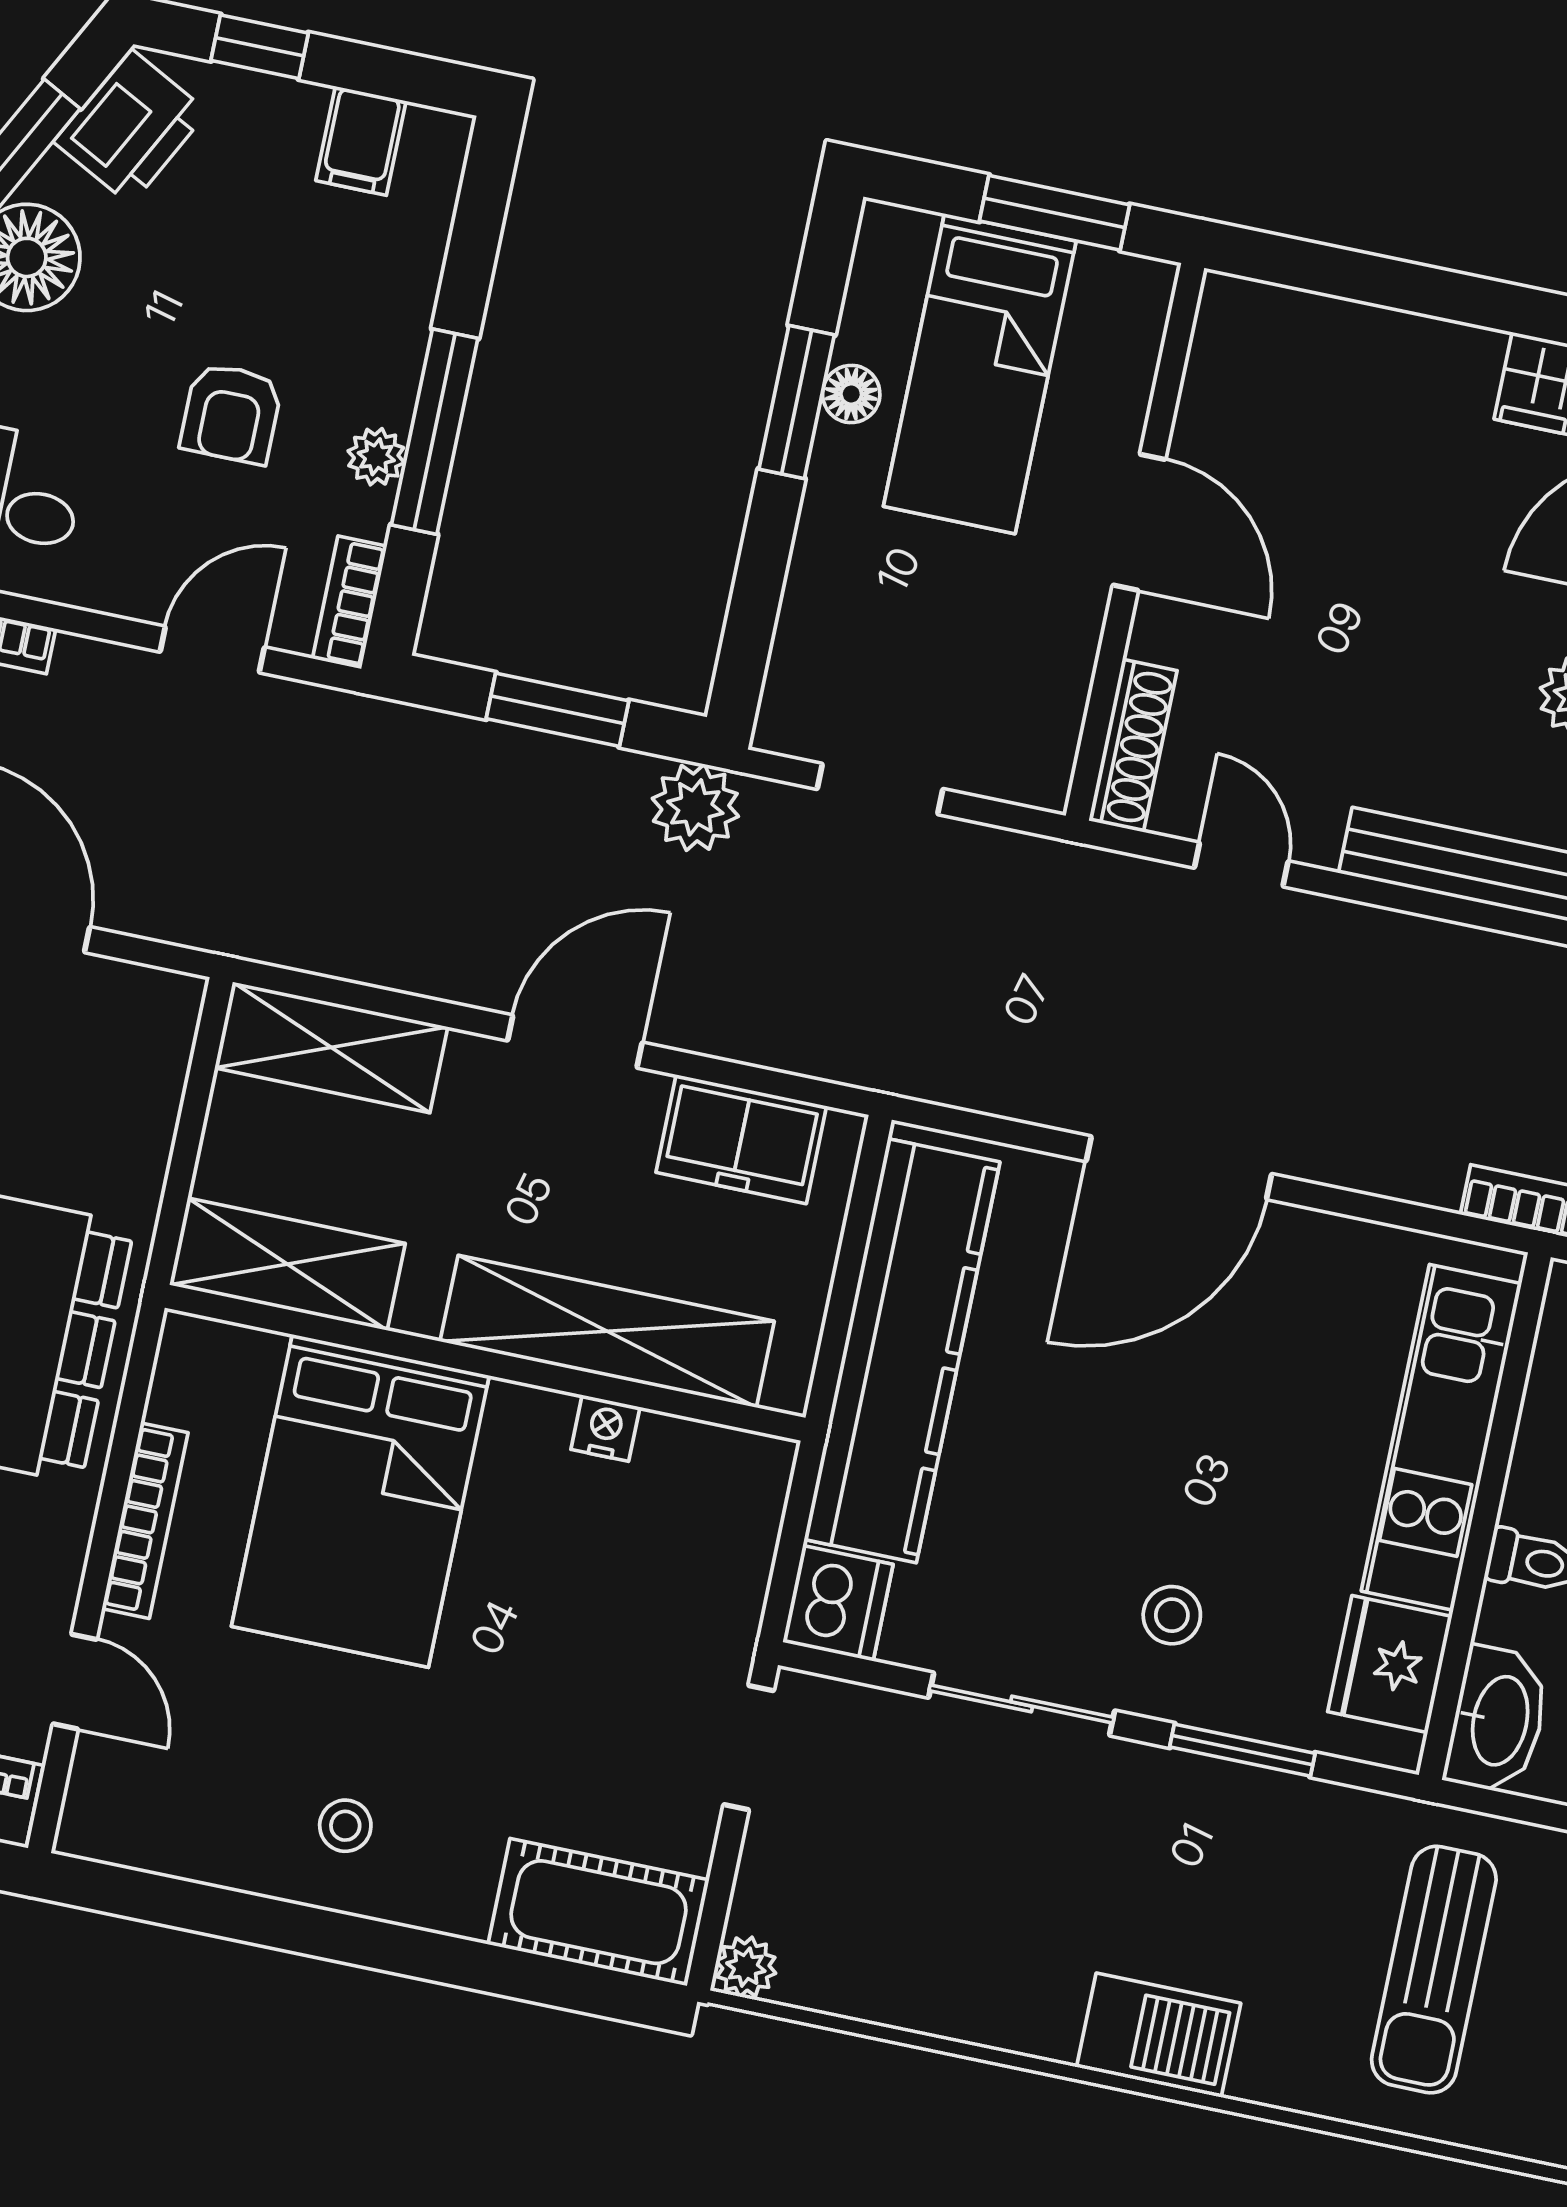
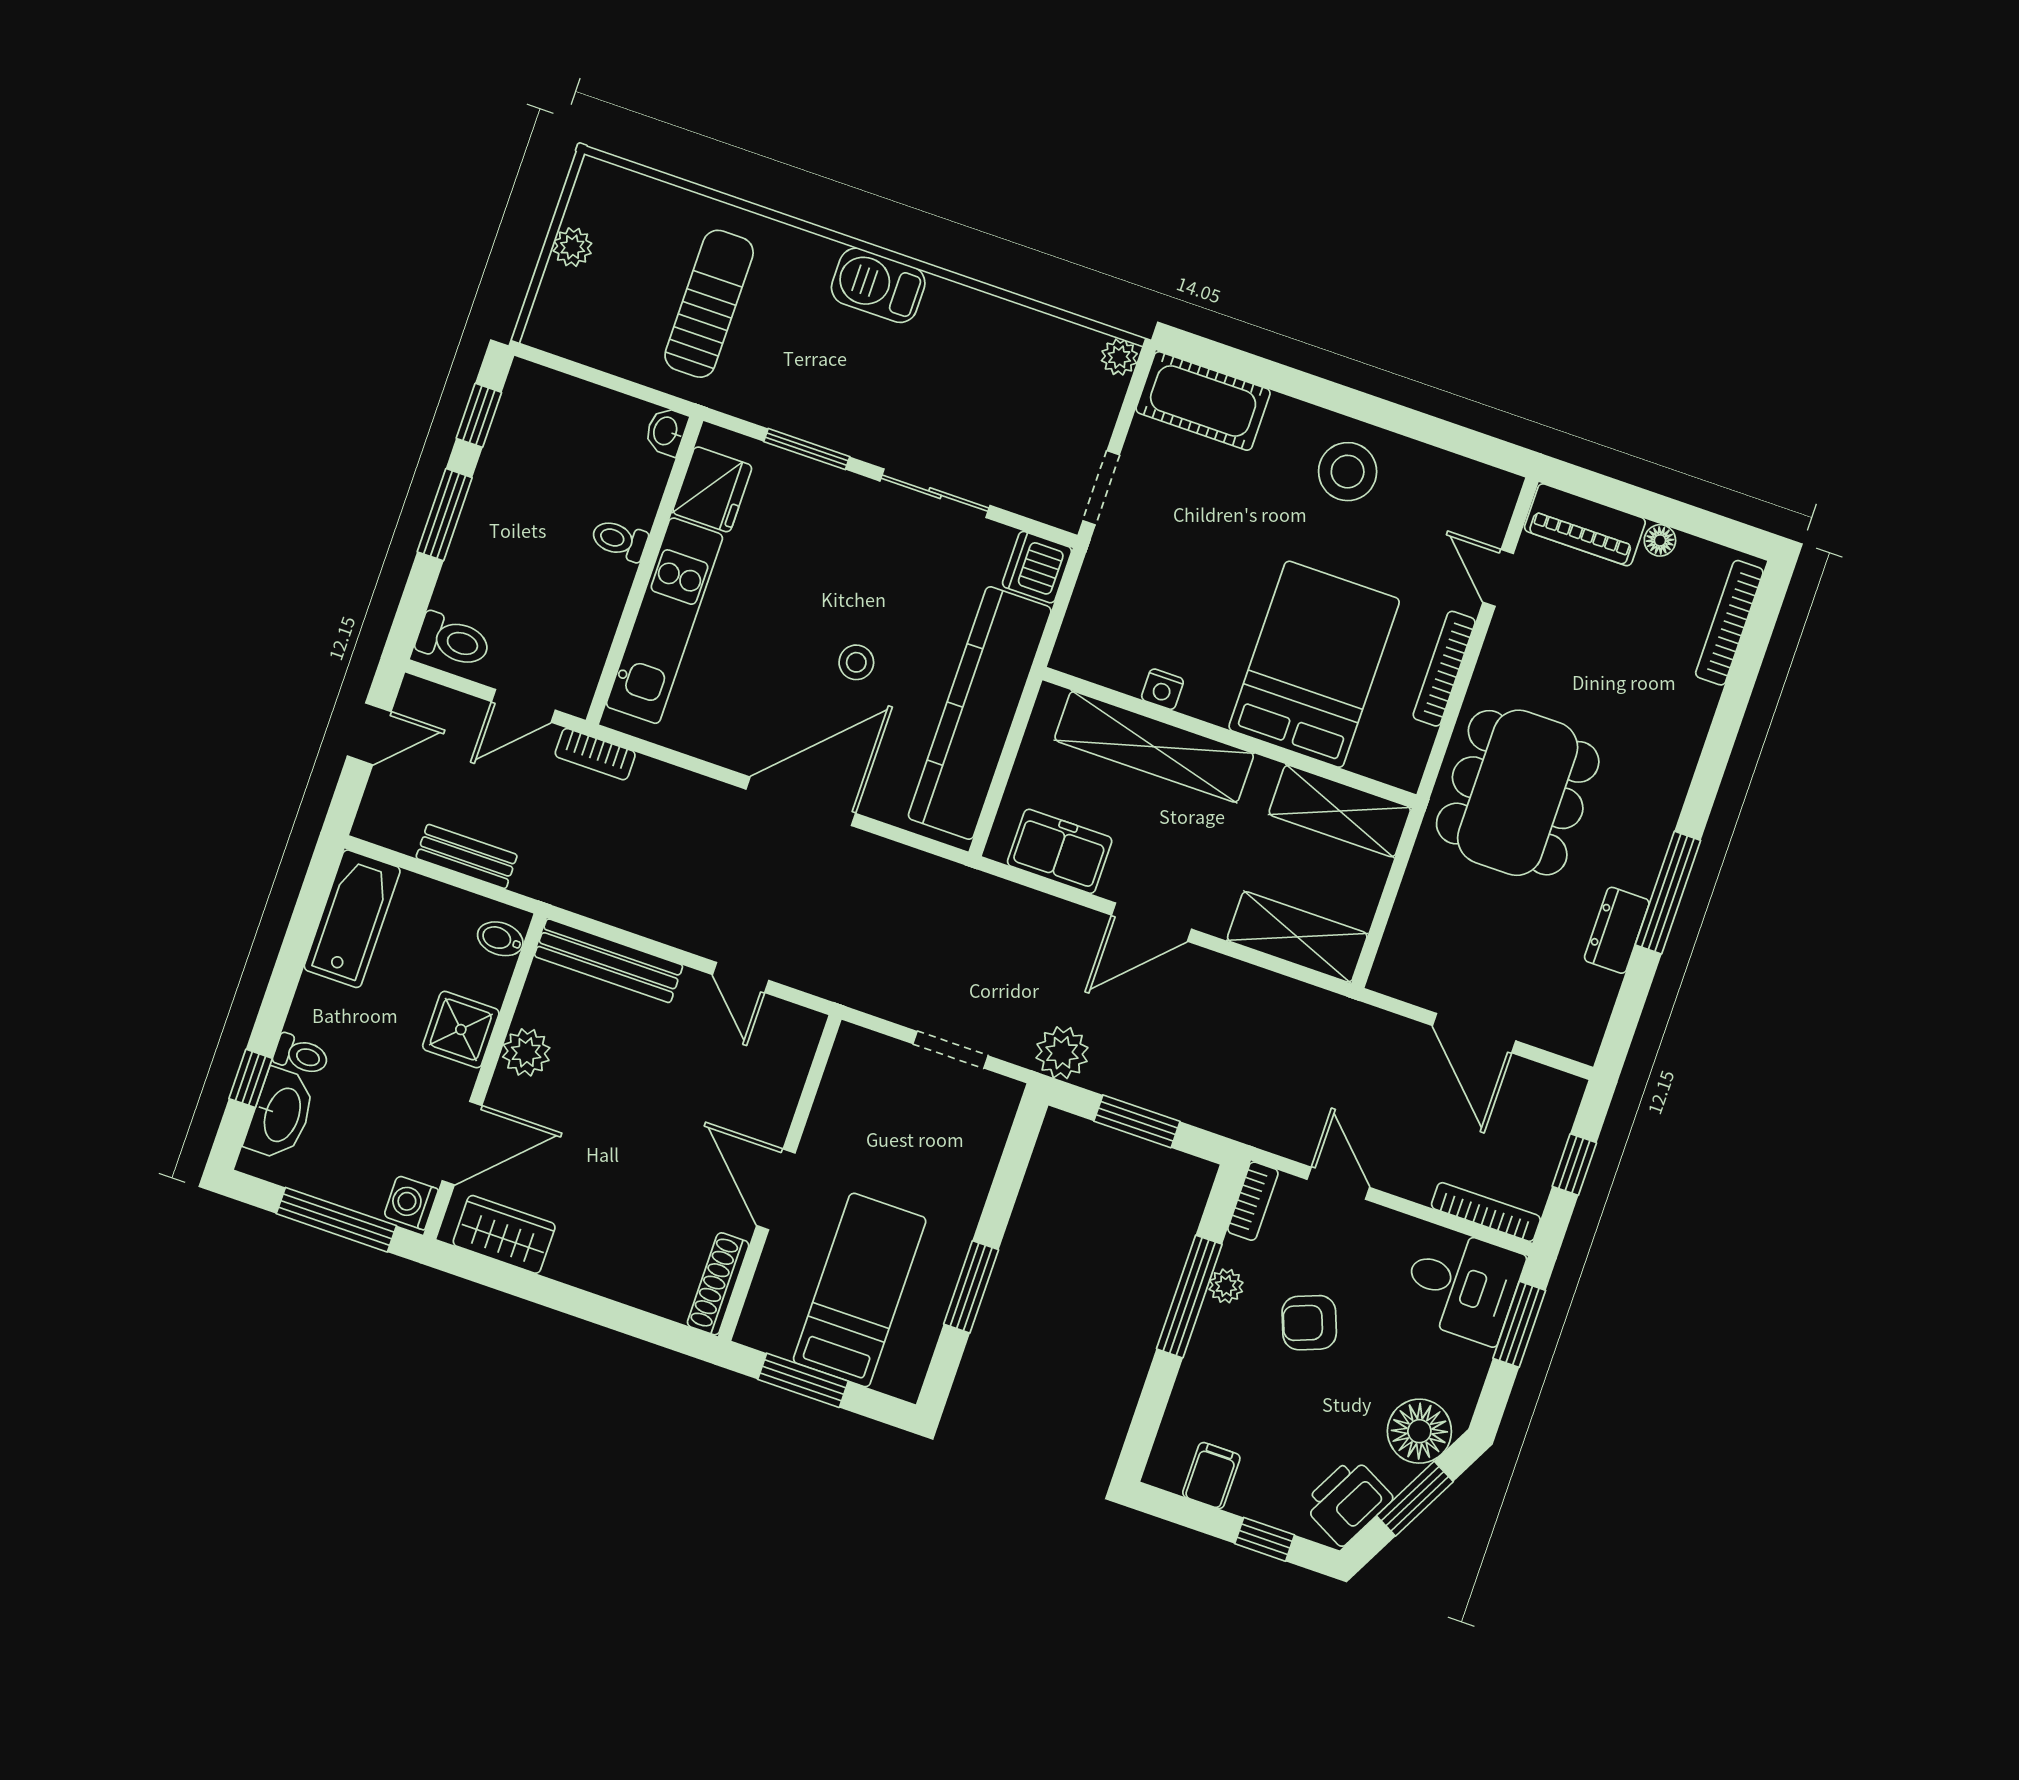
floor lamp: (851, 394) -> (938, 1288), removed
armchair: (231, 413) -> (1309, 1323), turned -111
door: (212, 650) -> (1338, 1183), swing flipped
shoe rack: (1133, 746) -> (718, 1284), moved
stool: (1172, 1615) -> (856, 662), moved
washbasin: (1498, 1720) -> (666, 431), width x0.52, depth x0.69
stool: (345, 1826) -> (1348, 472), width x1.89, depth x1.89

